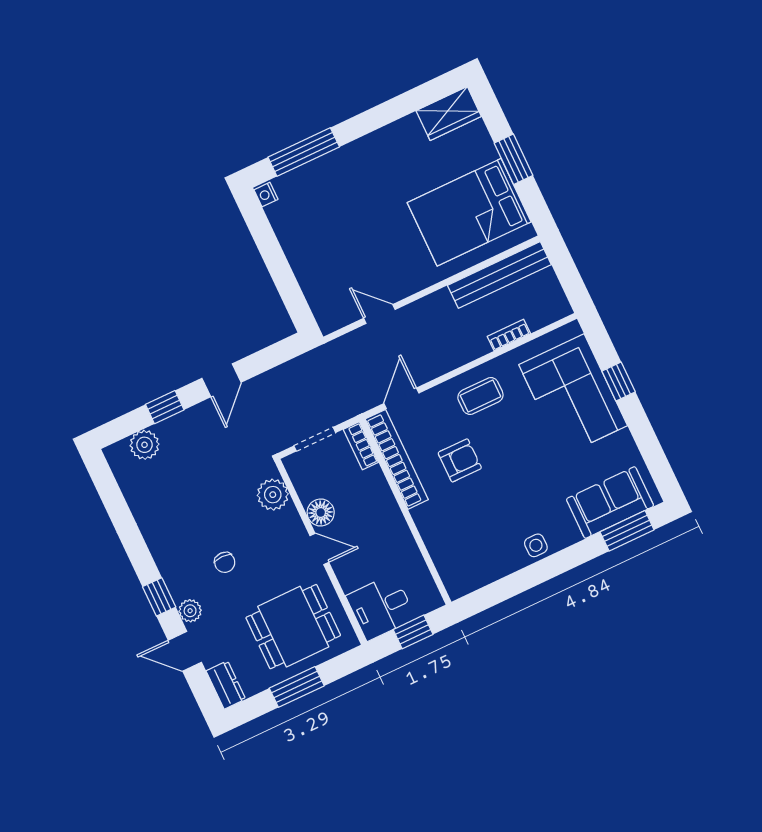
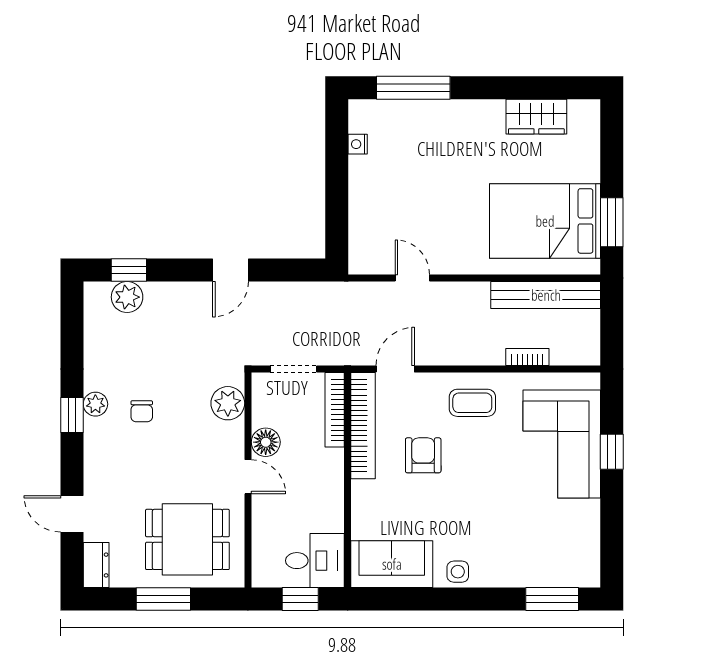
wardrobe: (449, 114) -> (536, 117), moved
window: (514, 159) -> (612, 222), moved
nightstand: (266, 195) -> (358, 144), moved
window: (165, 407) -> (129, 270), moved
bookcase: (361, 446) -> (335, 410), width x1.56
armchair: (460, 460) -> (423, 455), turned -90
sofa: (610, 502) -> (392, 564), moved
chair: (225, 562) -> (142, 411), moved
window: (159, 597) -> (72, 415), moved
desk: (381, 607) -> (315, 561), moved, turned 180
plant: (190, 611) -> (95, 404), moved

